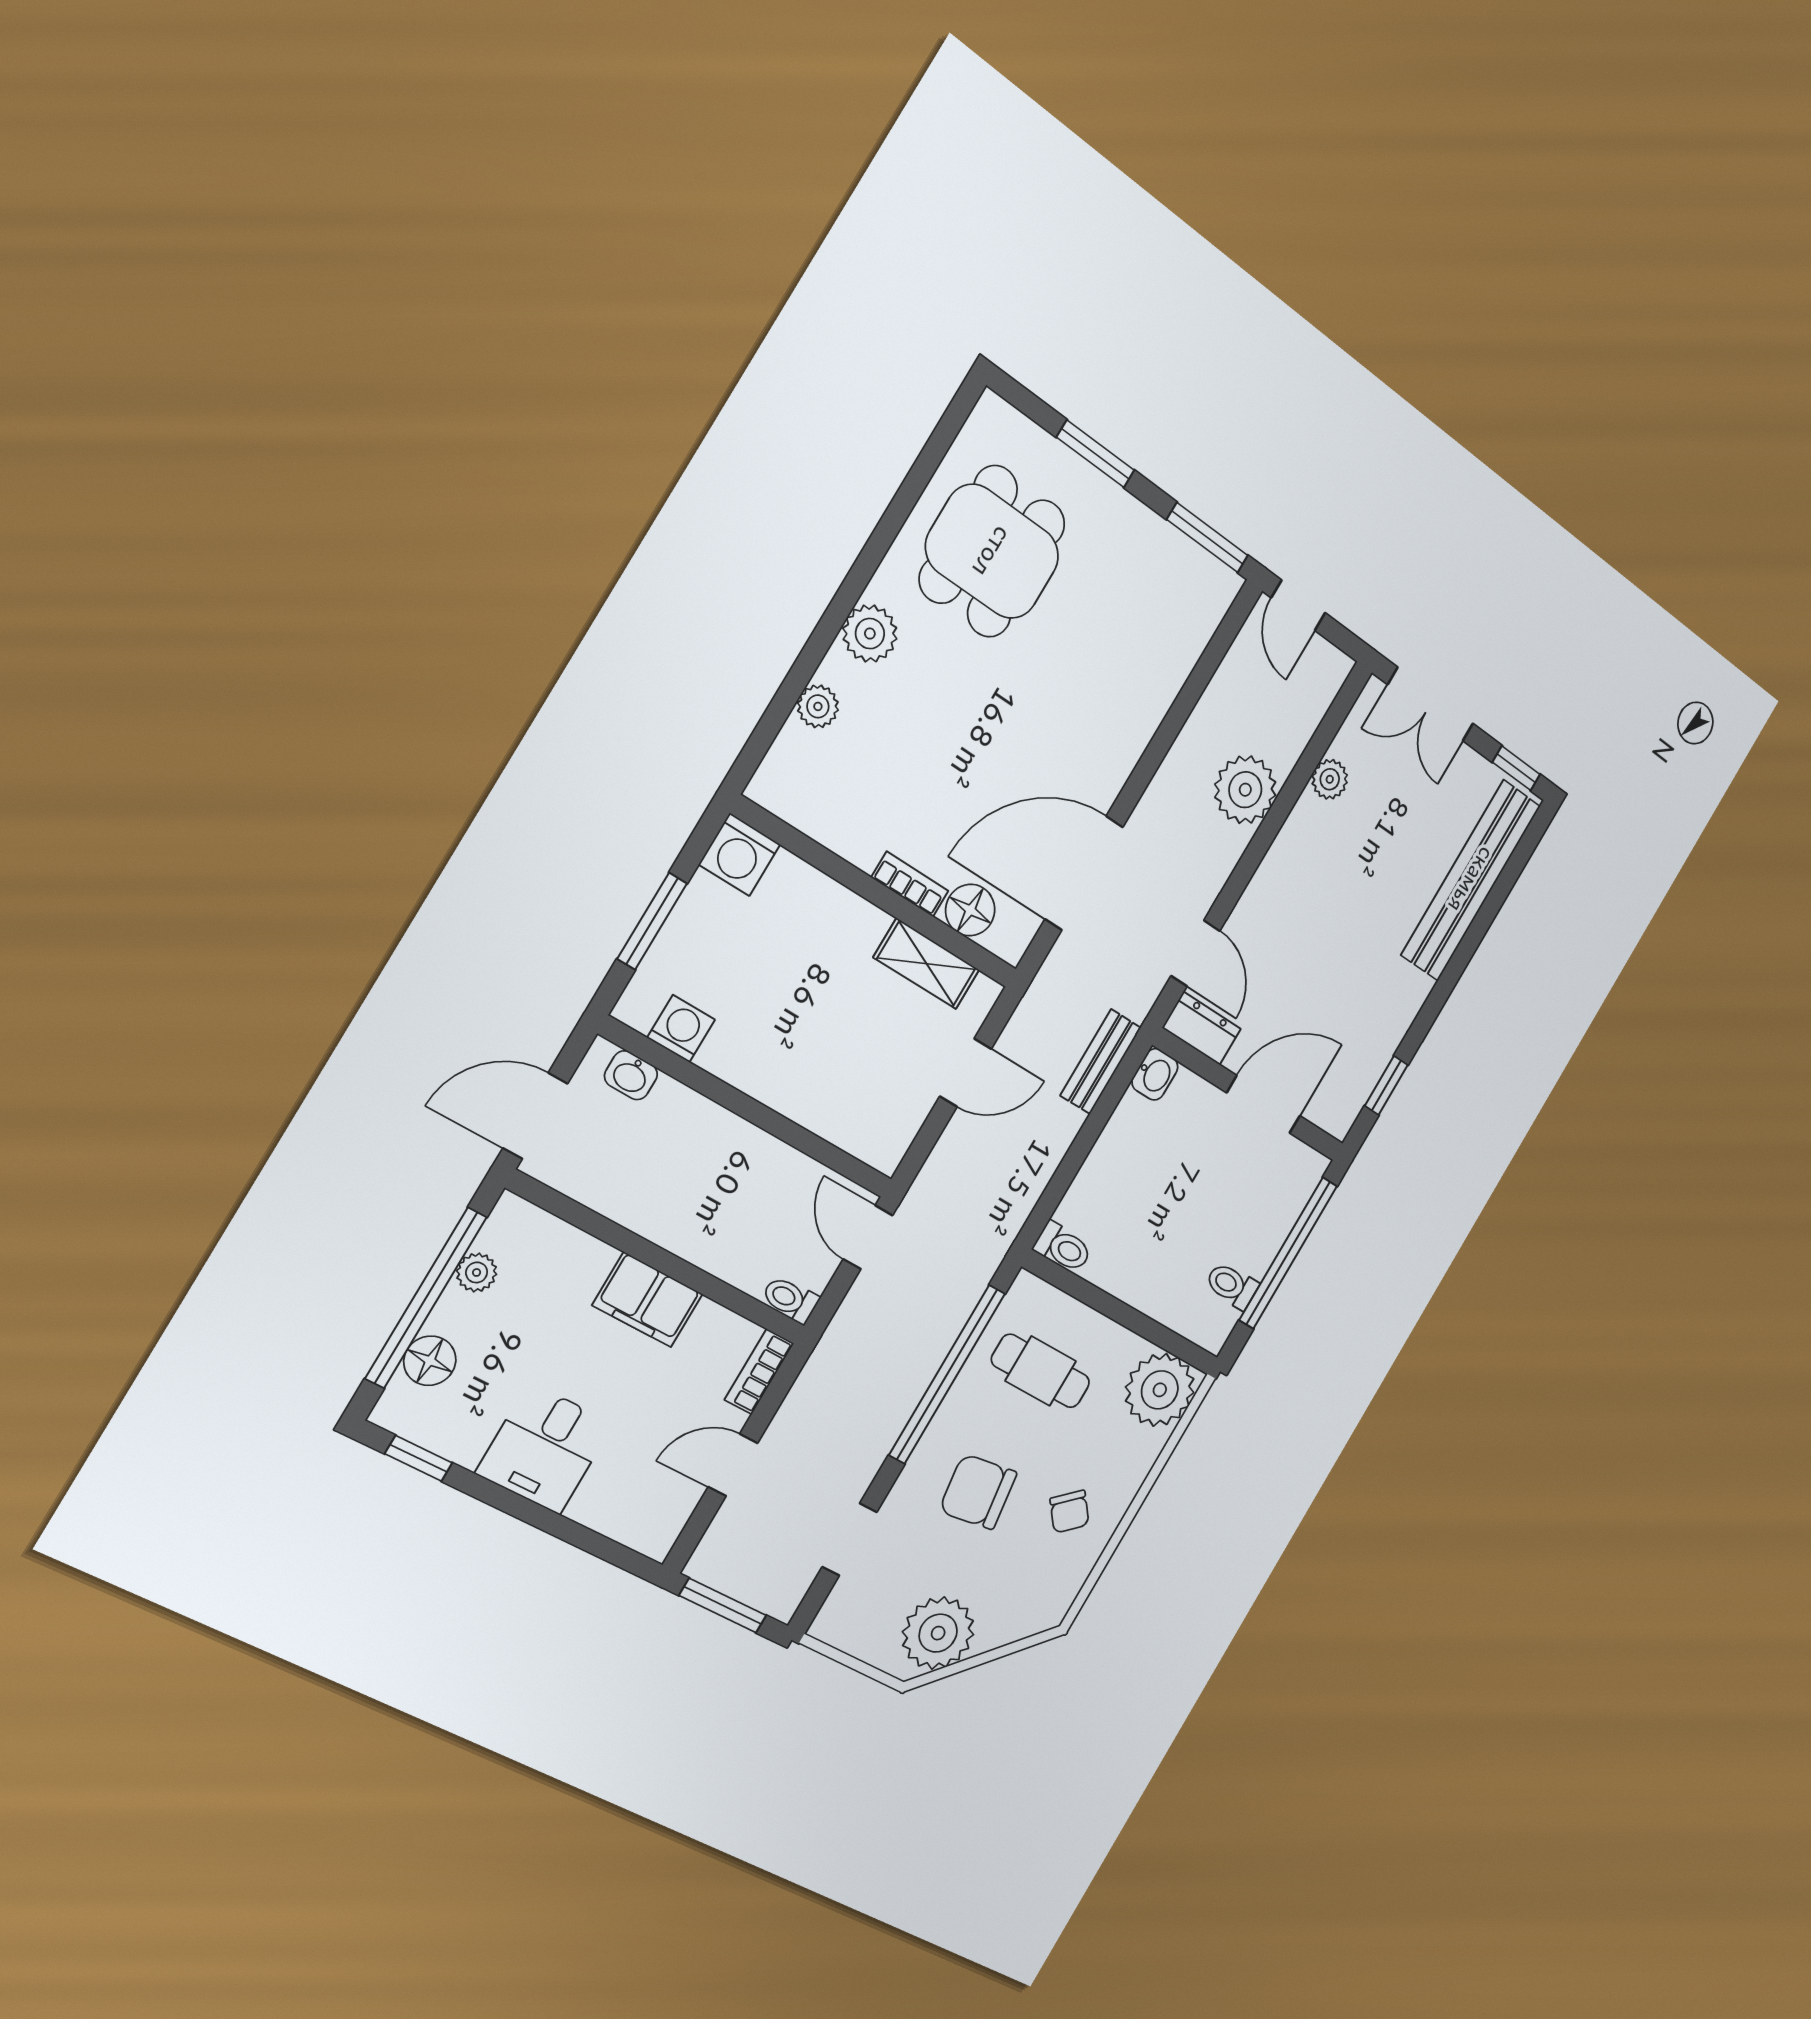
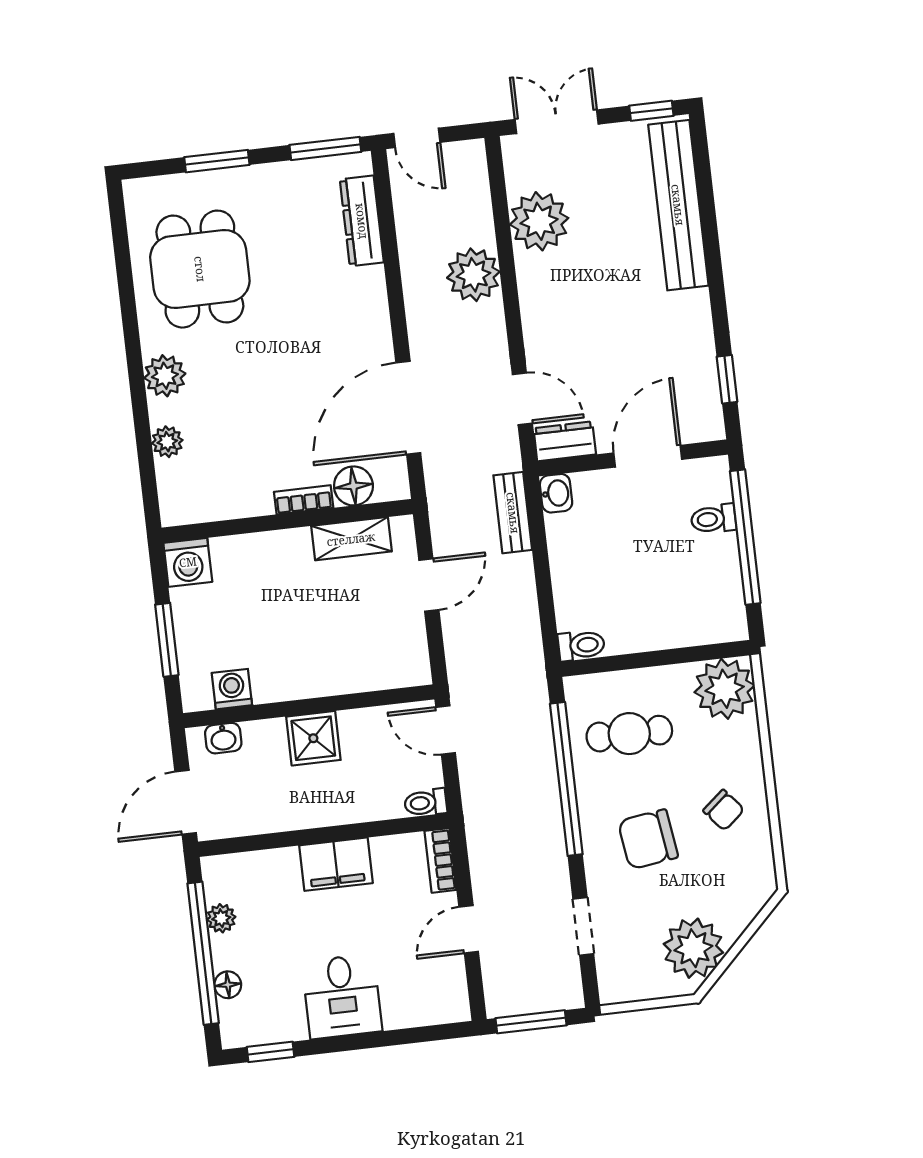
dresser: (1185, 643) -> (362, 221), added
double door: (1431, 704) -> (557, 122), swing flipped
plant: (1330, 779) -> (539, 221), width x1.88, depth x1.88
shower: (727, 1146) -> (313, 738), added
toilet: (1232, 1286) -> (713, 519), moved
floor lamp: (430, 1361) -> (228, 985), width x0.73, depth x0.73

